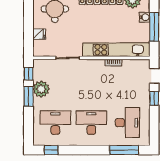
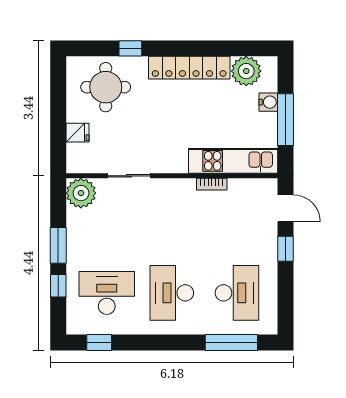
kitchen unit: (116, 50) -> (233, 161), width x0.73
window: (29, 74) -> (58, 286), moved
plant: (41, 89) -> (81, 193), moved
desk: (91, 123) -> (172, 293), turned -90

